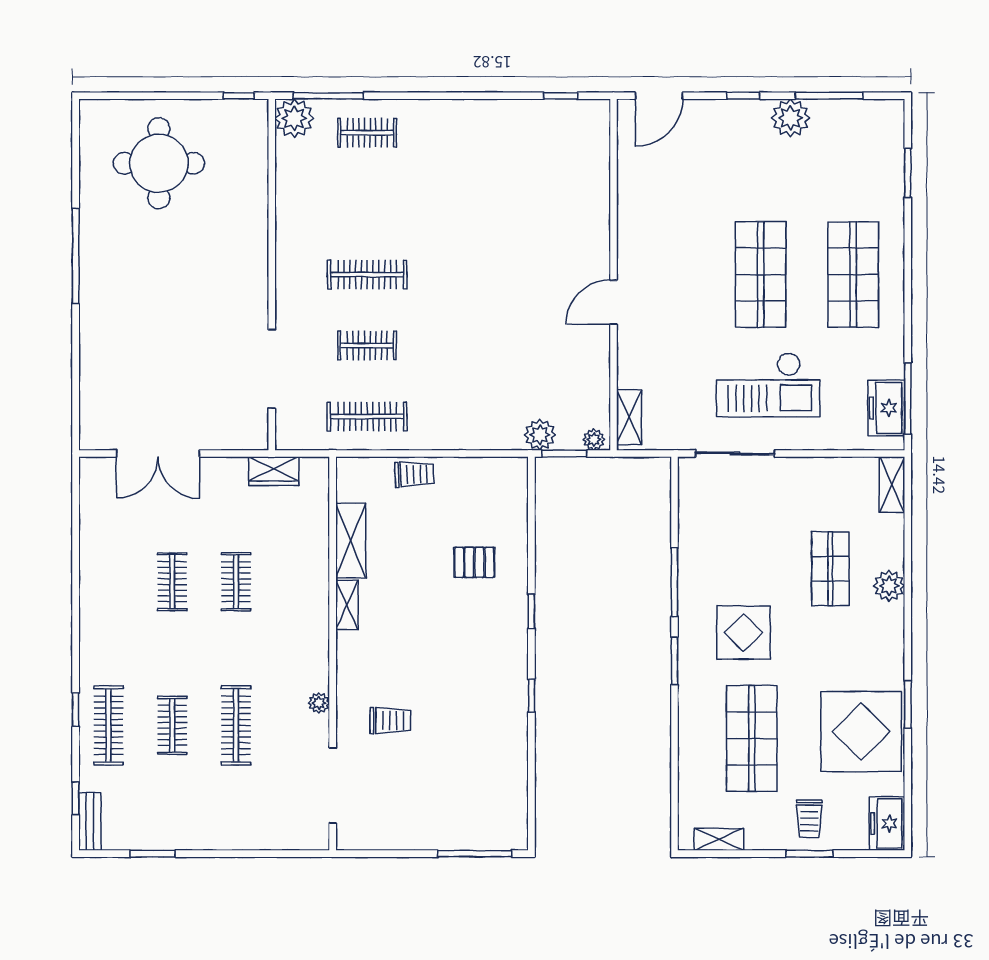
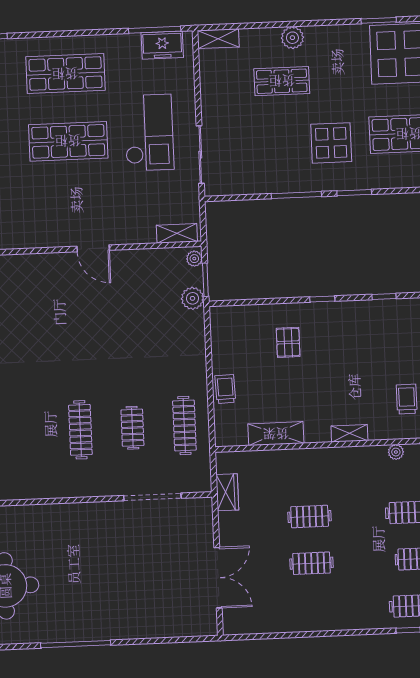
shelving: (347, 605) -> (349, 433), moved

